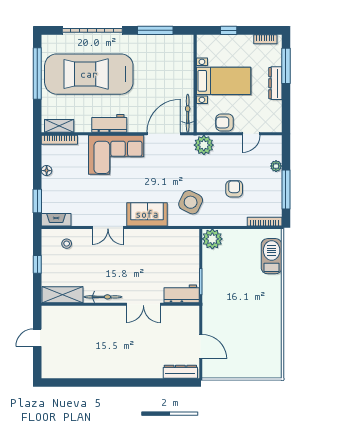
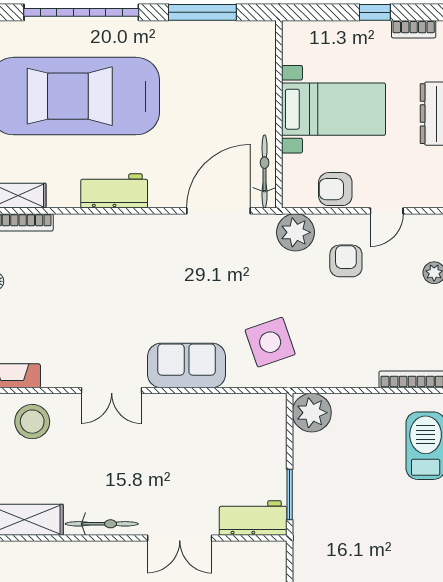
window: (229, 30) -> (375, 12), moved
corner sofa: (116, 155) -> (127, 251), removed
armchair: (234, 189) -> (346, 261), moved
side table: (191, 202) -> (270, 342), turned 45
stool: (67, 244) -> (32, 422), width x1.89, depth x1.89

